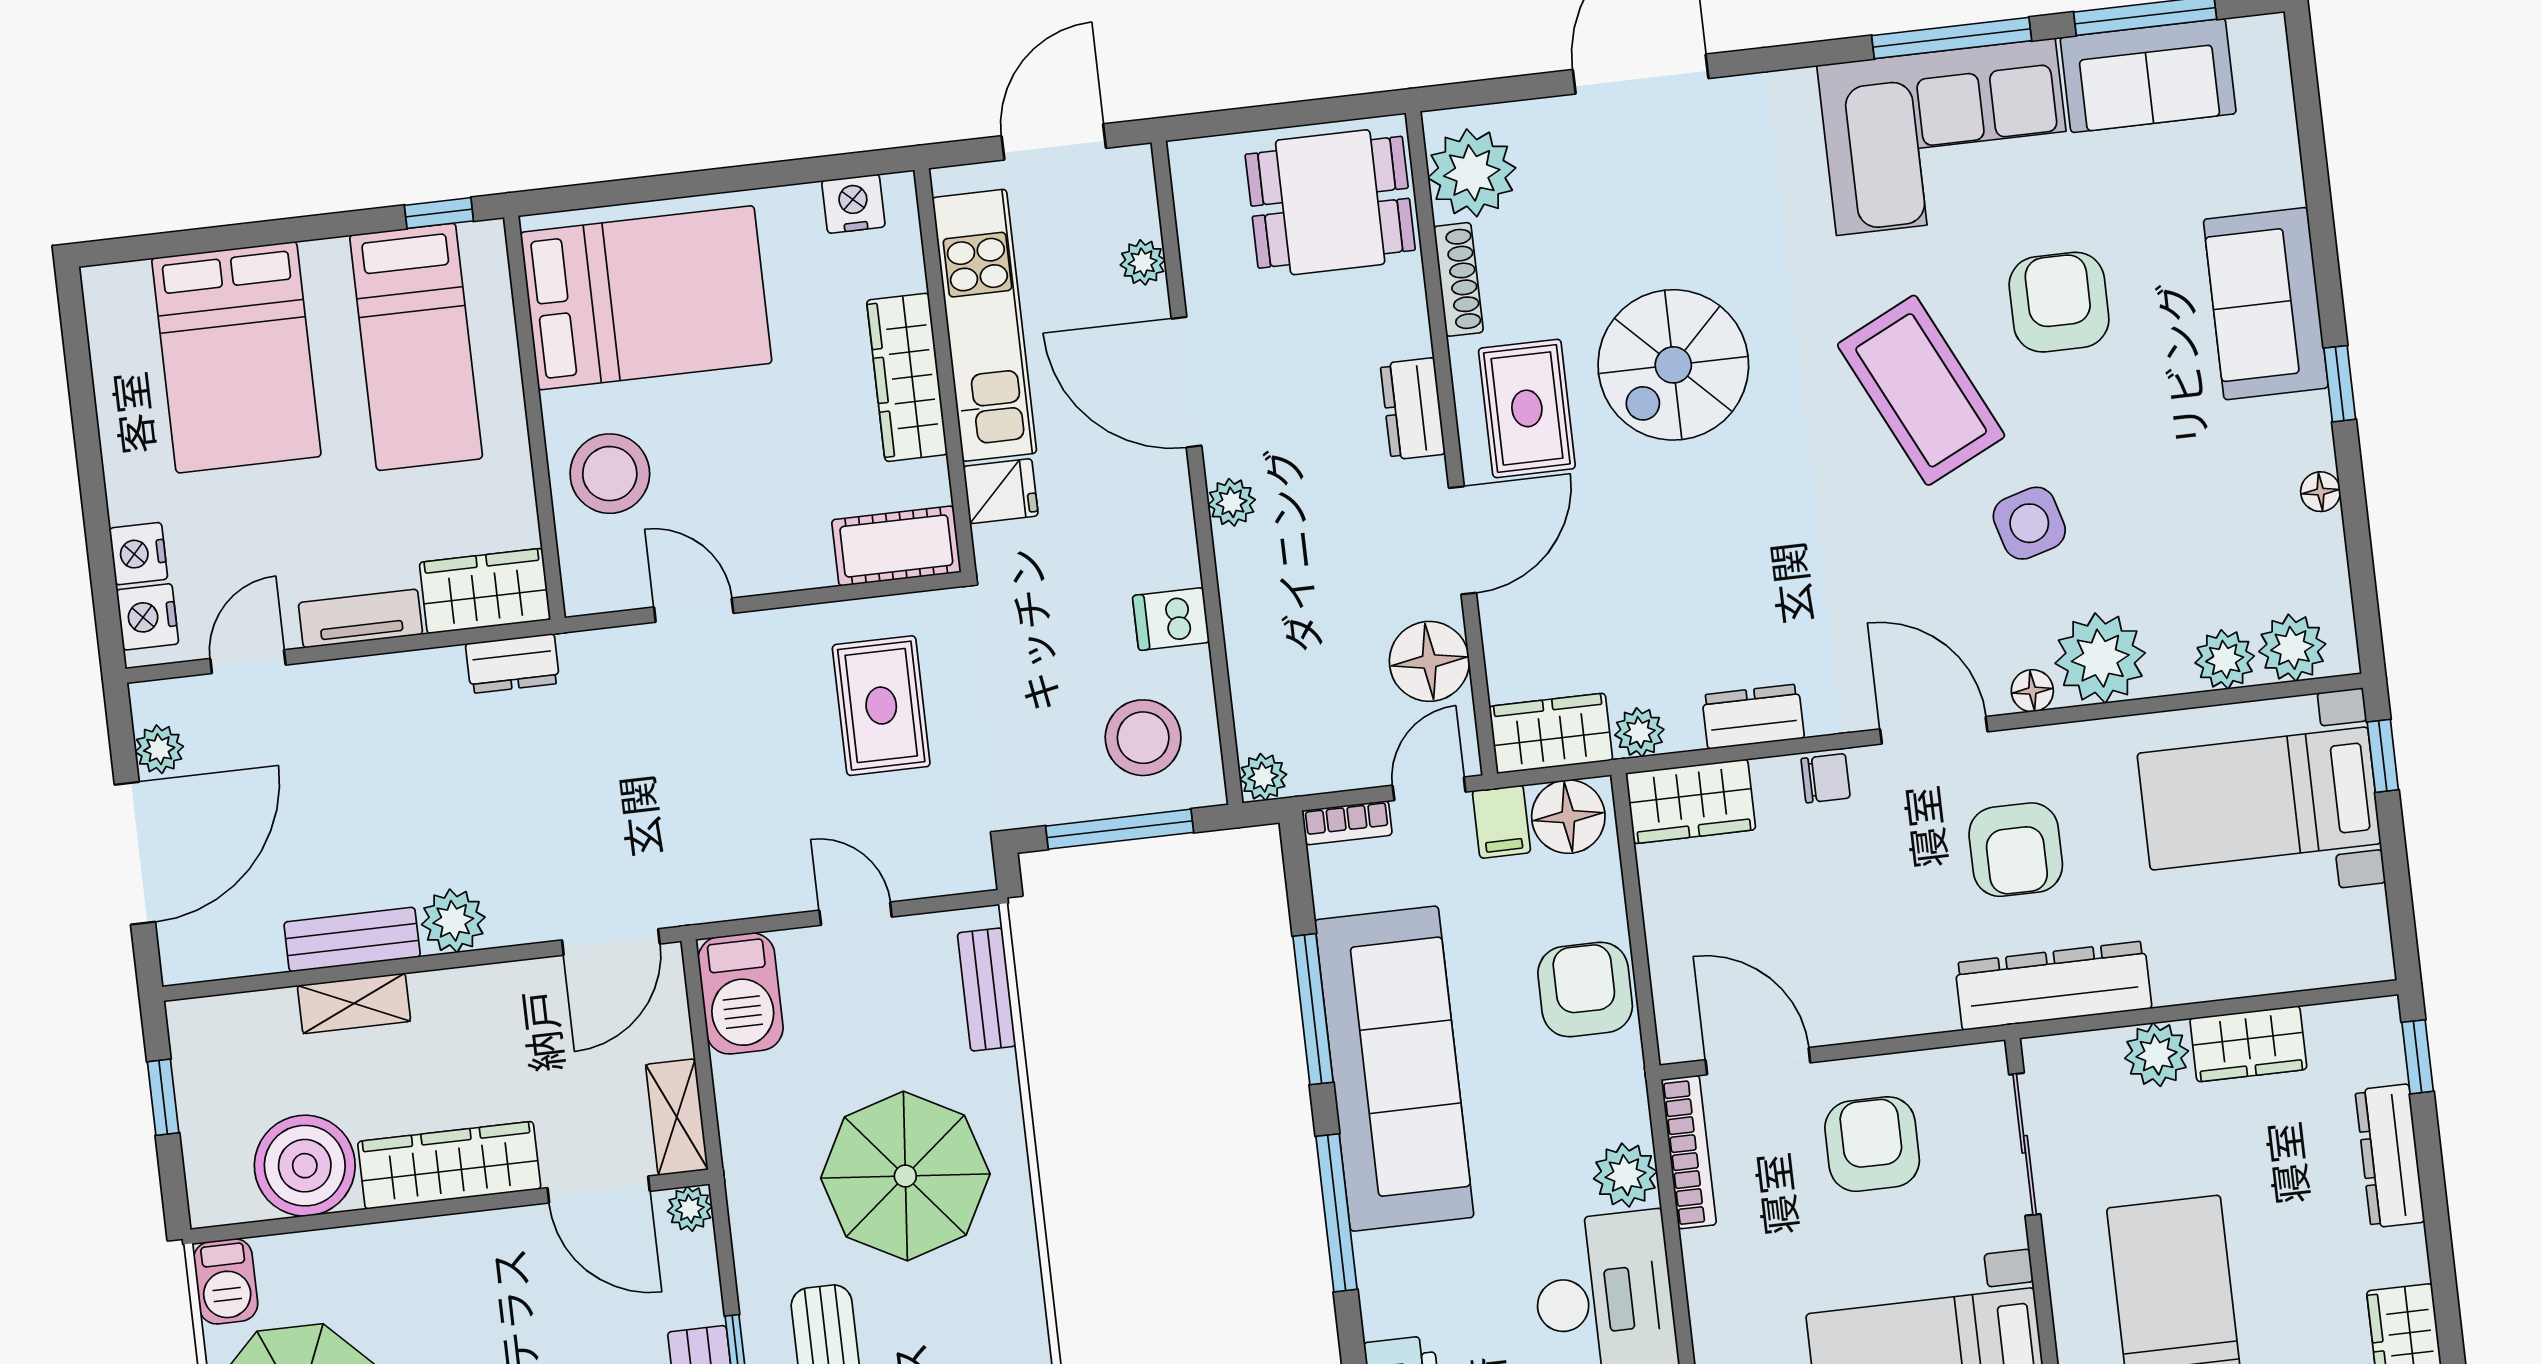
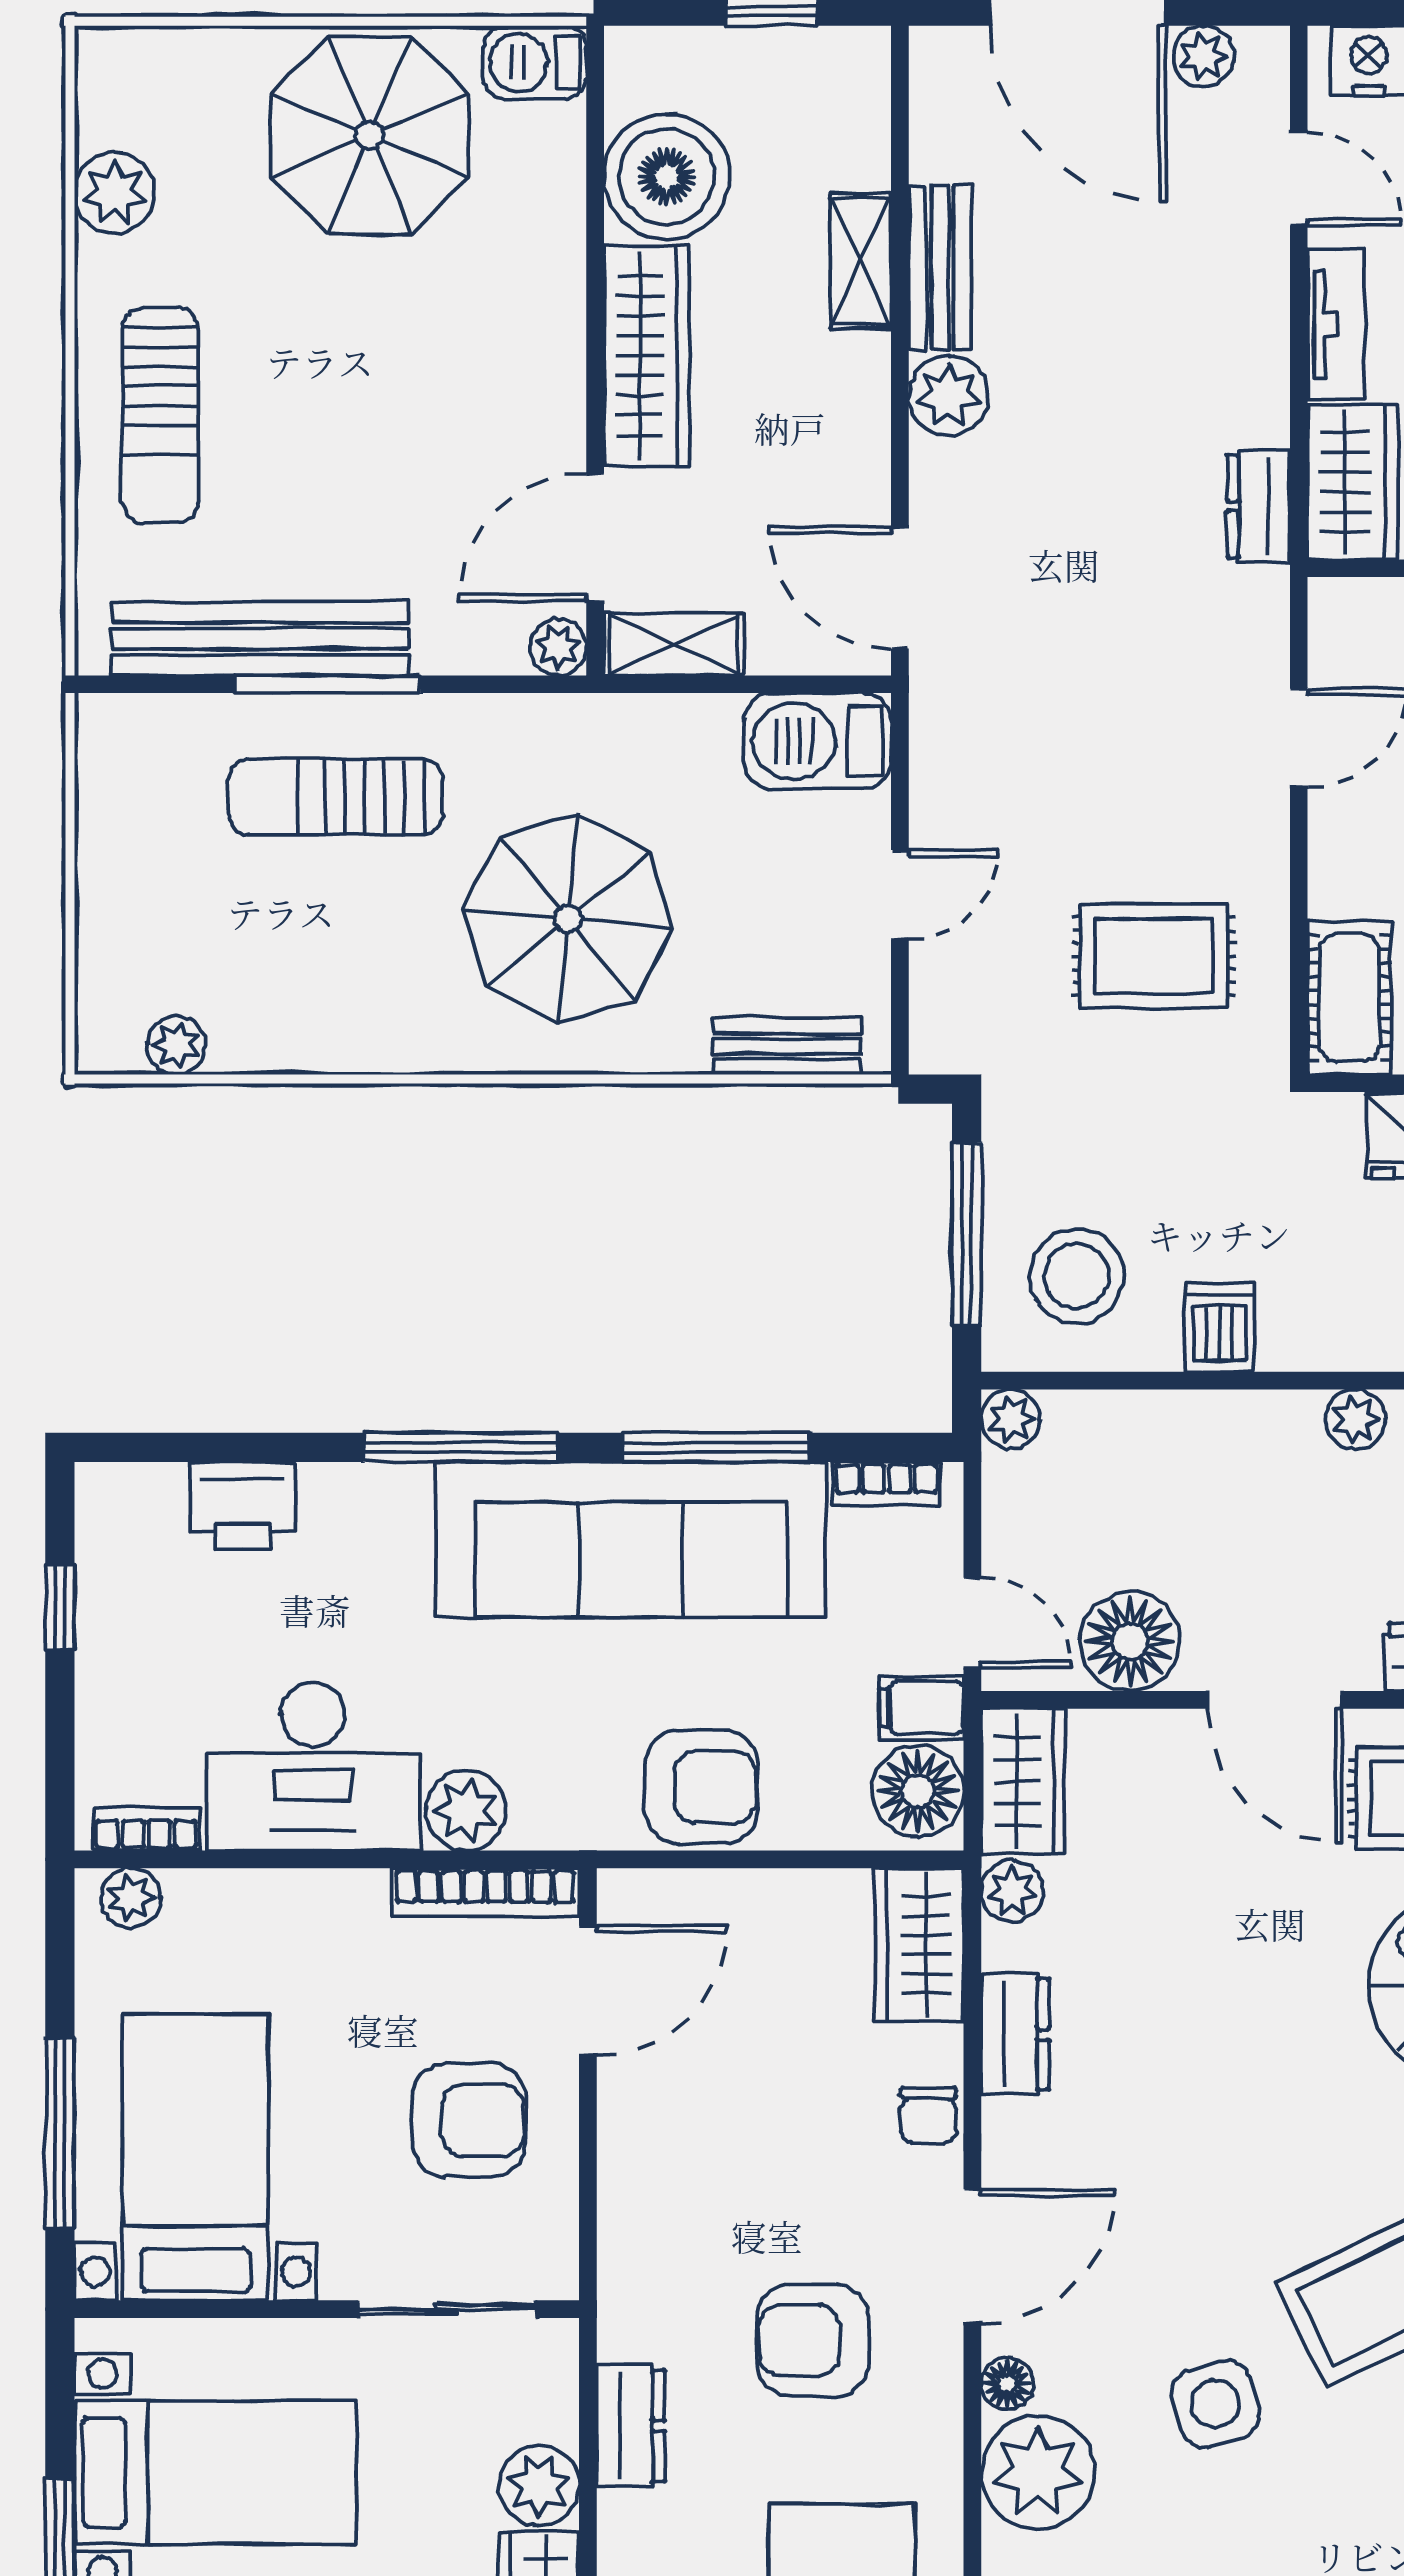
bookcase: (1347, 823) -> (887, 1484), moved, turned -90
dresser: (2053, 986) -> (631, 2426), width x0.51, depth x0.80

